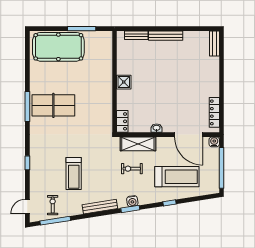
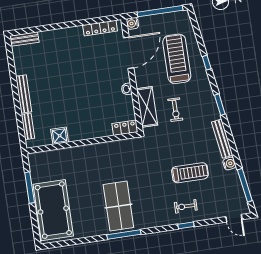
shower: (124, 82) -> (60, 136), moved
water cooler: (132, 201) -> (229, 164), moved
exercise bike: (53, 205) -> (186, 206), moved

